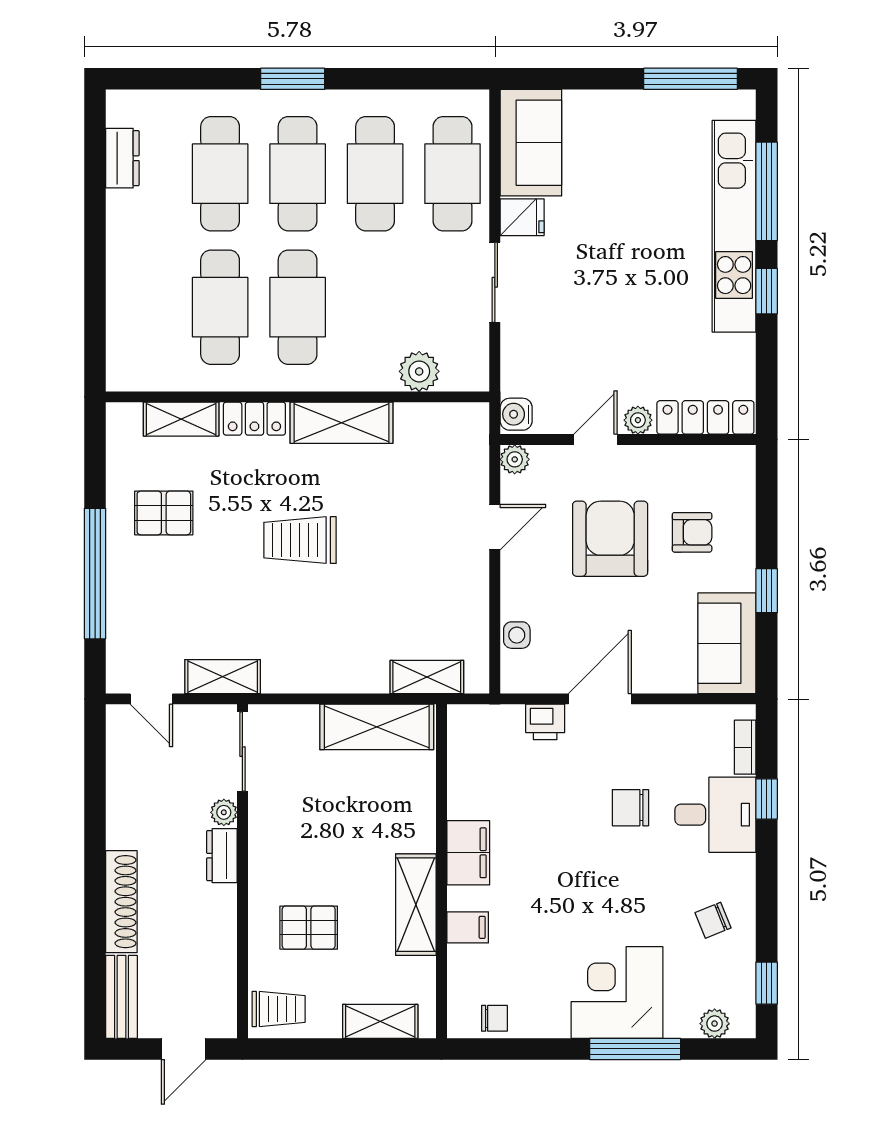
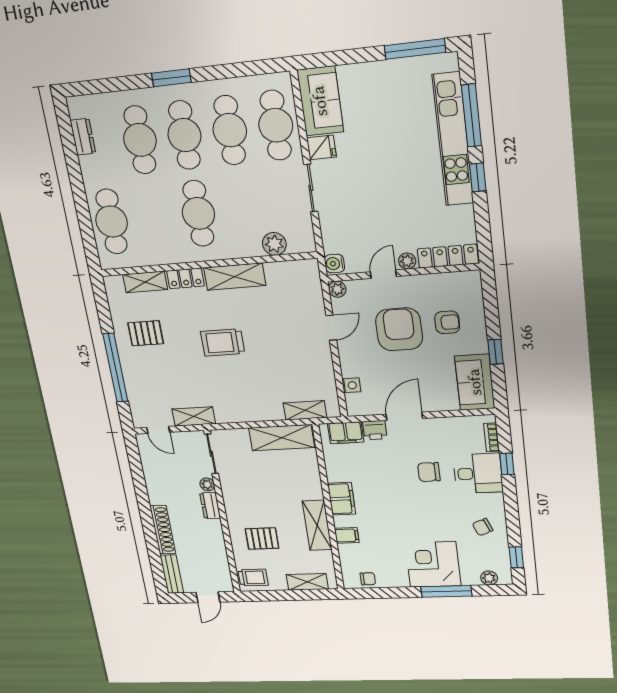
cafe table: (220, 307) -> (112, 222), moved
filing cabinet: (493, 724) -> (346, 433), added

